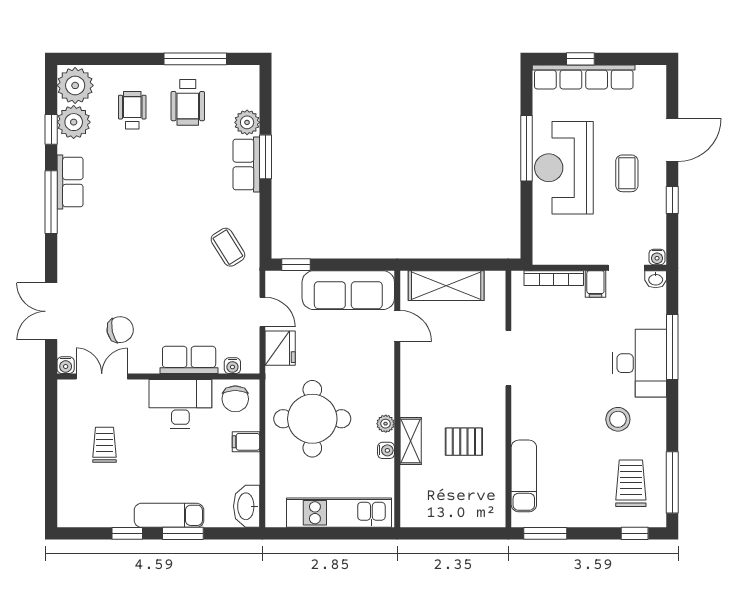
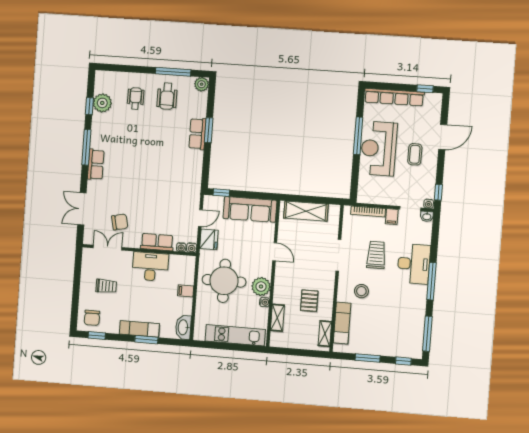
window: (580, 59) -> (425, 89), moved
plant: (75, 85) -> (105, 82), removed
plant: (247, 122) -> (202, 84), moved
row of seats: (70, 182) -> (96, 164), moved
window: (672, 200) -> (438, 192), moved
coffee table: (228, 247) -> (184, 180), removed
door: (262, 312) -> (200, 218), hinge flipped
door: (397, 326) -> (275, 252), moved
window: (672, 347) -> (431, 281), moved
water cooler: (66, 365) -> (192, 248), moved
chair: (235, 399) -> (92, 318), moved
stool: (618, 419) -> (361, 291), moved
plant: (386, 424) -> (261, 287), width x1.87, depth x1.87
shelving: (411, 441) -> (277, 318), moved
pallet: (464, 442) -> (309, 301), turned 90
trolley: (105, 445) -> (106, 286), turned 90
trolley: (631, 483) -> (376, 255), moved
shelving: (495, 497) -> (325, 334), added
window: (127, 533) -> (97, 335), moved
window: (545, 533) -> (368, 358), moved

